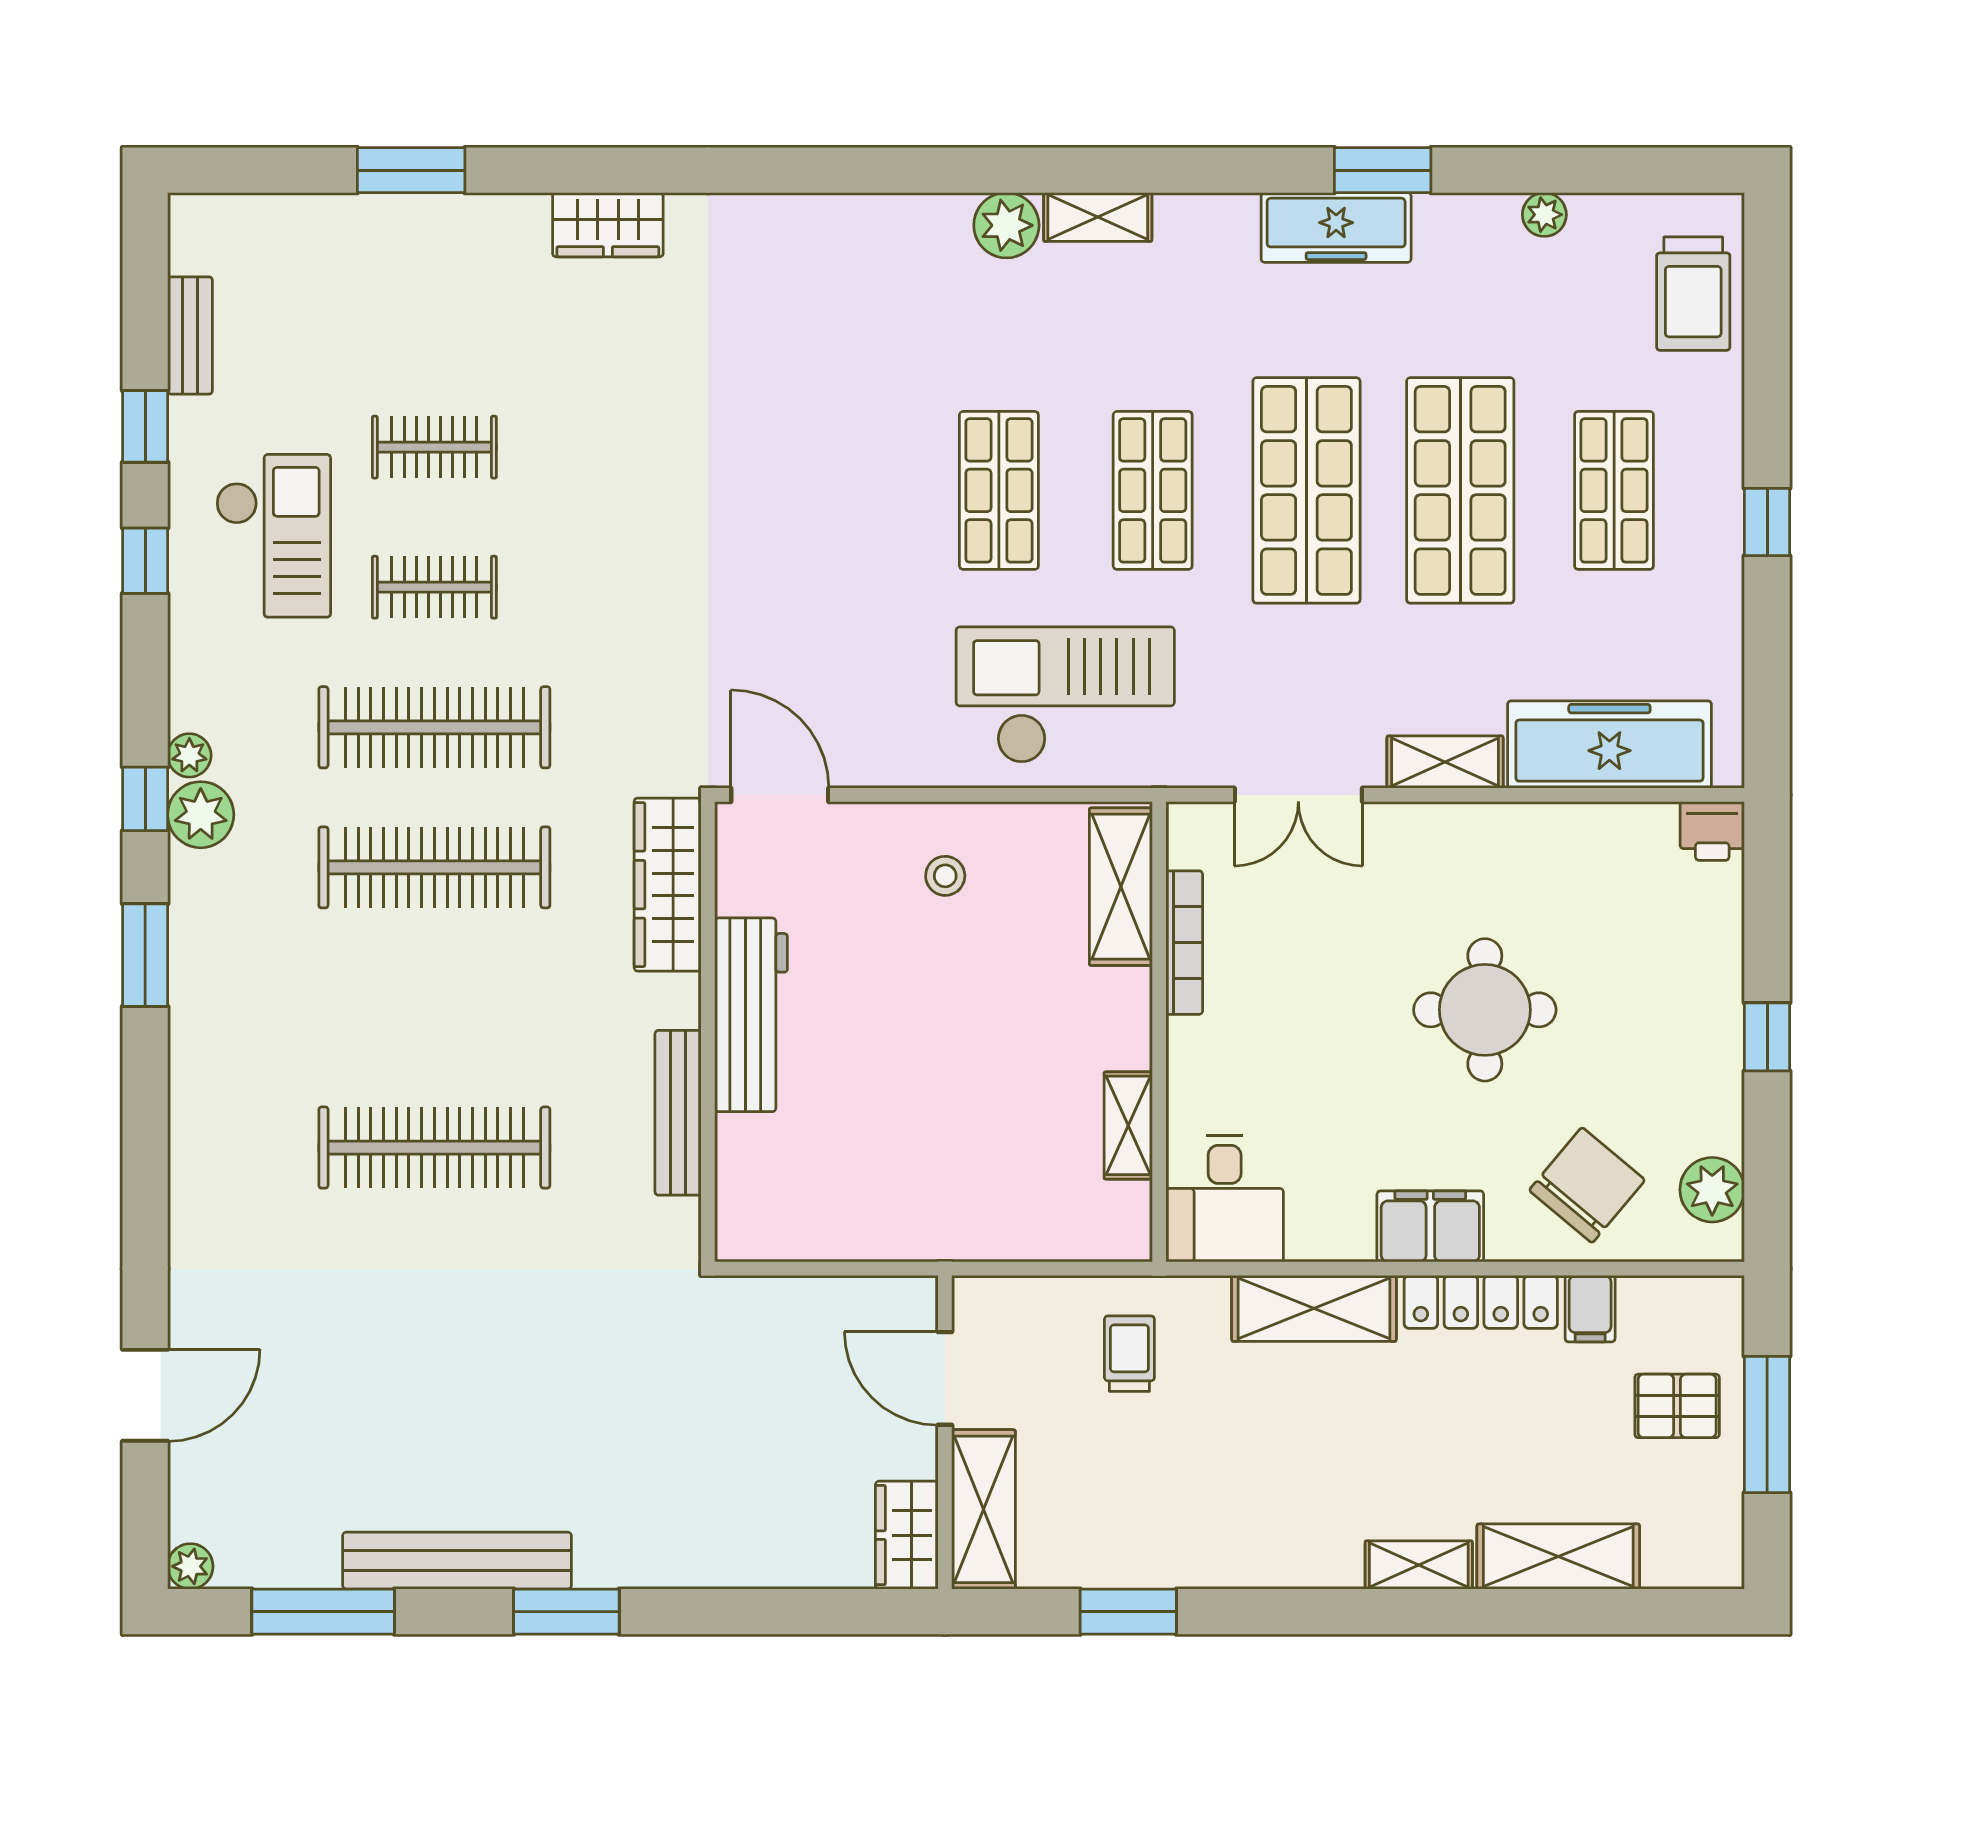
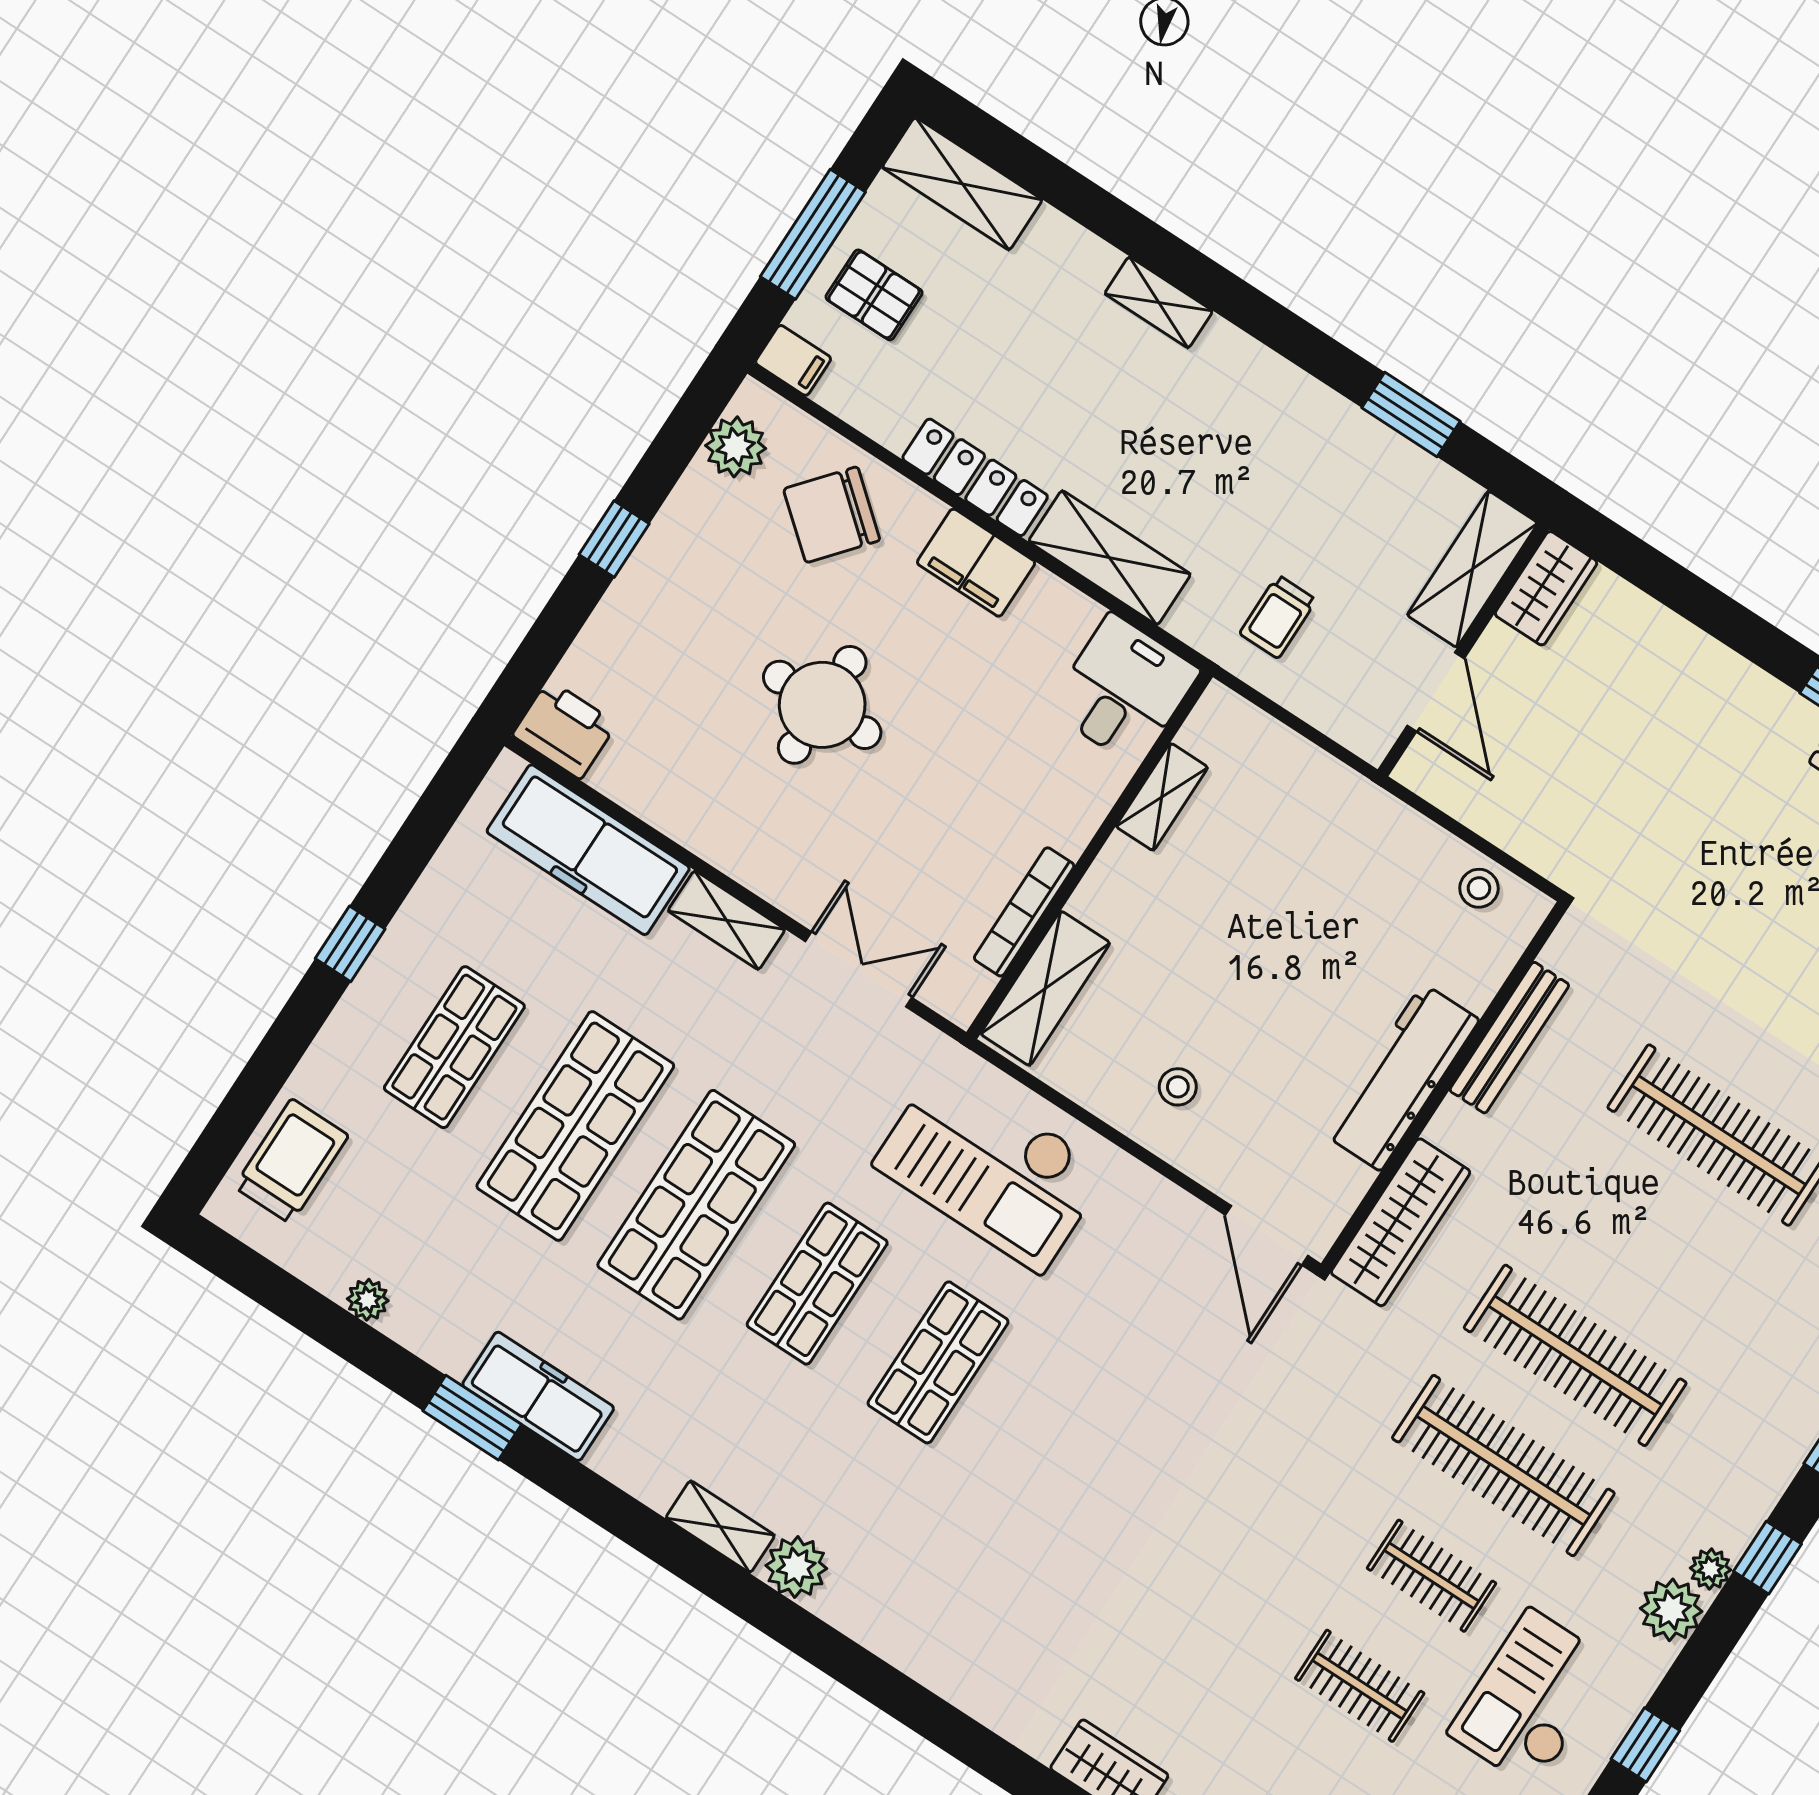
plant: (201, 815) -> (1671, 1610), moved
printer: (1712, 831) -> (565, 729), width x1.36, depth x1.24
stool: (792, 1228) -> (1479, 888), added
filing cabinet: (1590, 1309) -> (793, 360), moved, turned 90
shelving: (1558, 1557) -> (962, 184), moved

